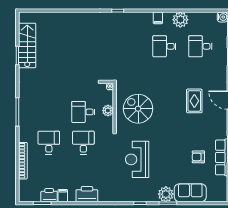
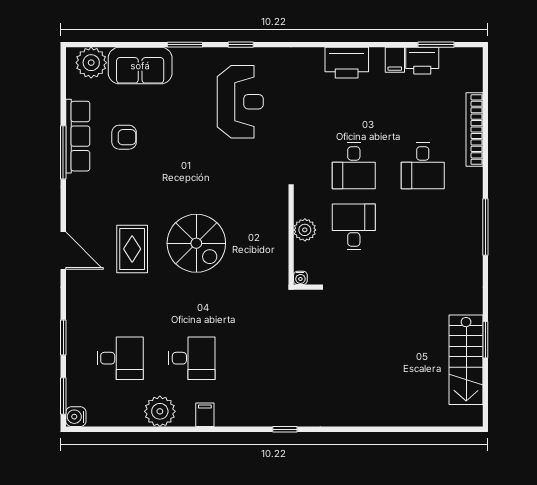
spiral stairs: (138, 109) -> (196, 243), moved
desk: (83, 112) -> (354, 227), turned -90
reception desk: (137, 159) -> (240, 102), moved
plant: (166, 194) -> (91, 63), moved

